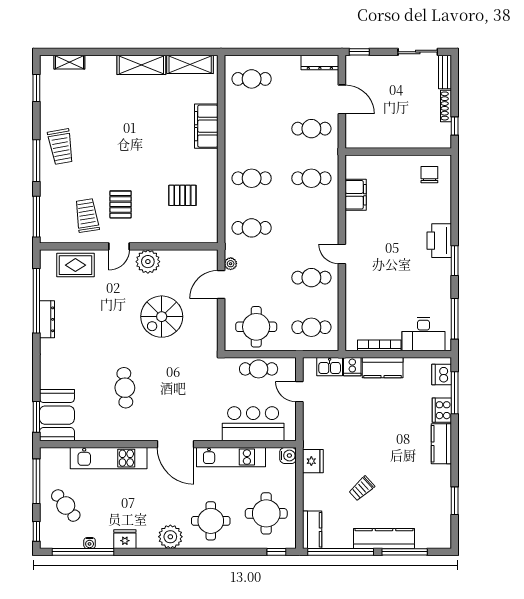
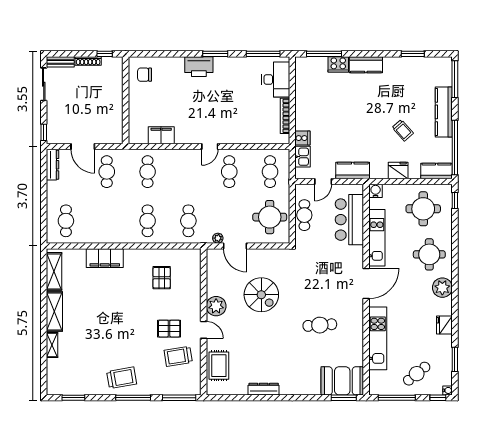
shelving: (69, 62) -> (52, 345), moved
door: (342, 99) -> (83, 147), swing flipped
window: (36, 301) -> (248, 398), removed
kitchen counter: (383, 368) -> (353, 170), moved, turned -90
dishwasher: (442, 374) -> (309, 65), removed
fridge: (313, 461) -> (398, 170), moved
water cooler: (90, 543) -> (448, 390), moved
window: (83, 552) -> (455, 359), width x0.47
window: (405, 552) -> (455, 79), moved

